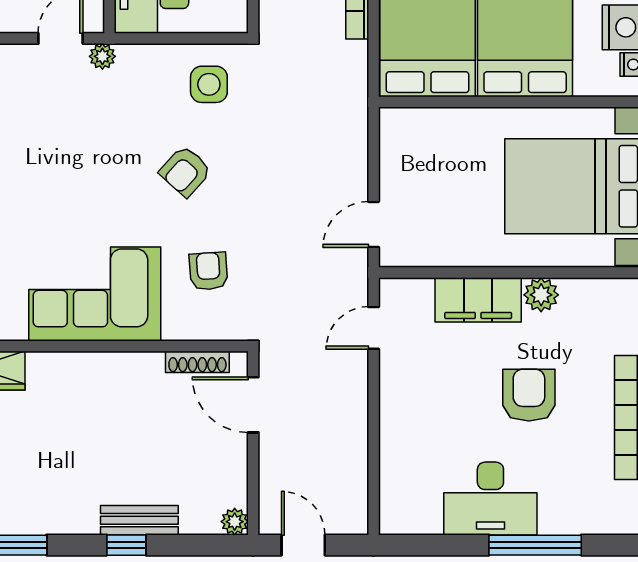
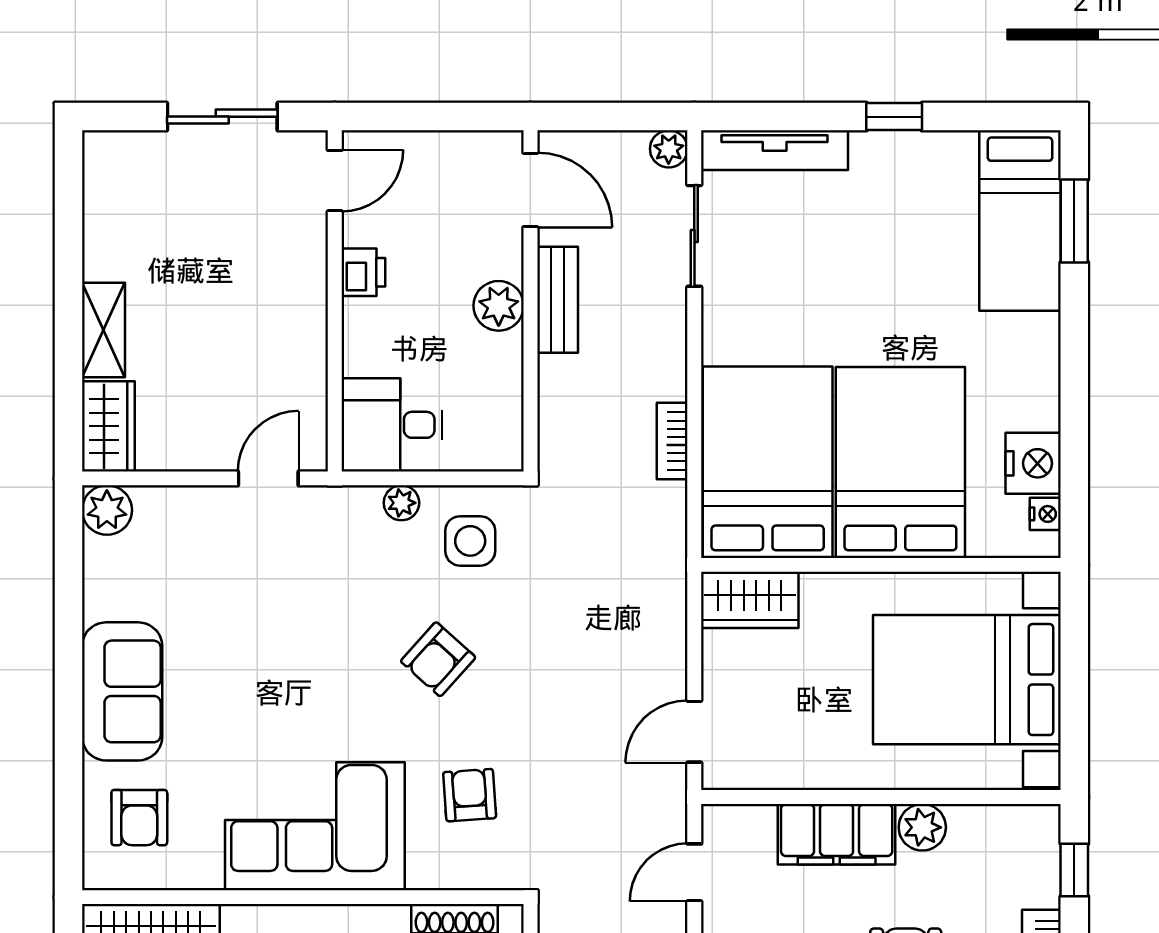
plant: (102, 56) -> (401, 503), moved
wardrobe: (414, 128) -> (750, 600), added

